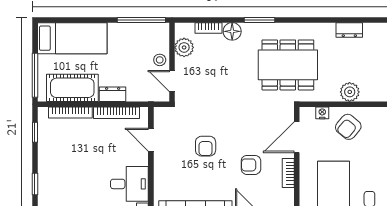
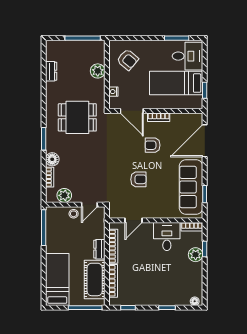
dining table: (288, 65) -> (77, 117), width x0.73
armchair: (348, 127) -> (128, 60), moved
armchair: (251, 165) -> (153, 145), turned 90

